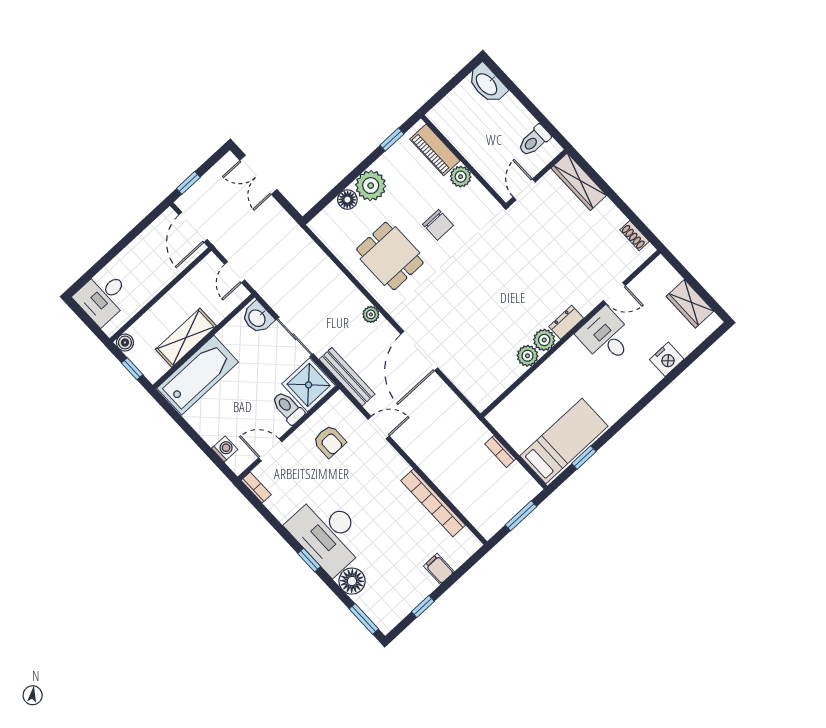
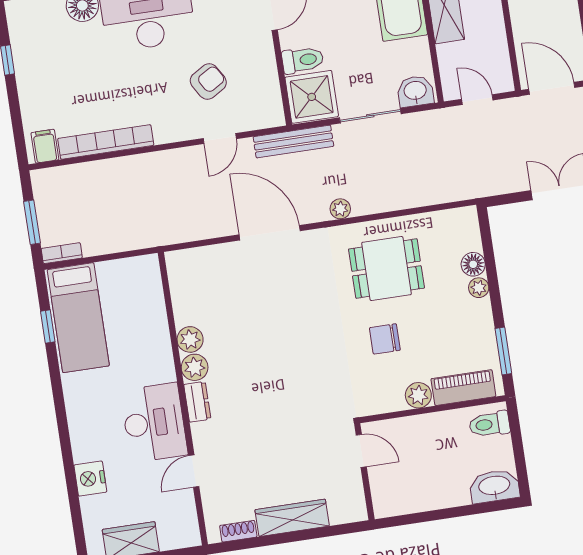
window: (392, 140) -> (503, 351), width x1.50
toilet: (534, 141) -> (489, 424), moved, turned -90
wardrobe: (579, 182) -> (292, 518), moved
plant: (371, 186) -> (479, 288), width x0.53, depth x0.53
desk: (606, 336) -> (154, 423), width x1.37
armchair: (329, 441) -> (208, 82), moved, turned 149
bookcase: (500, 451) -> (62, 253), moved
filing cabinet: (439, 569) -> (45, 146), moved, turned -90

